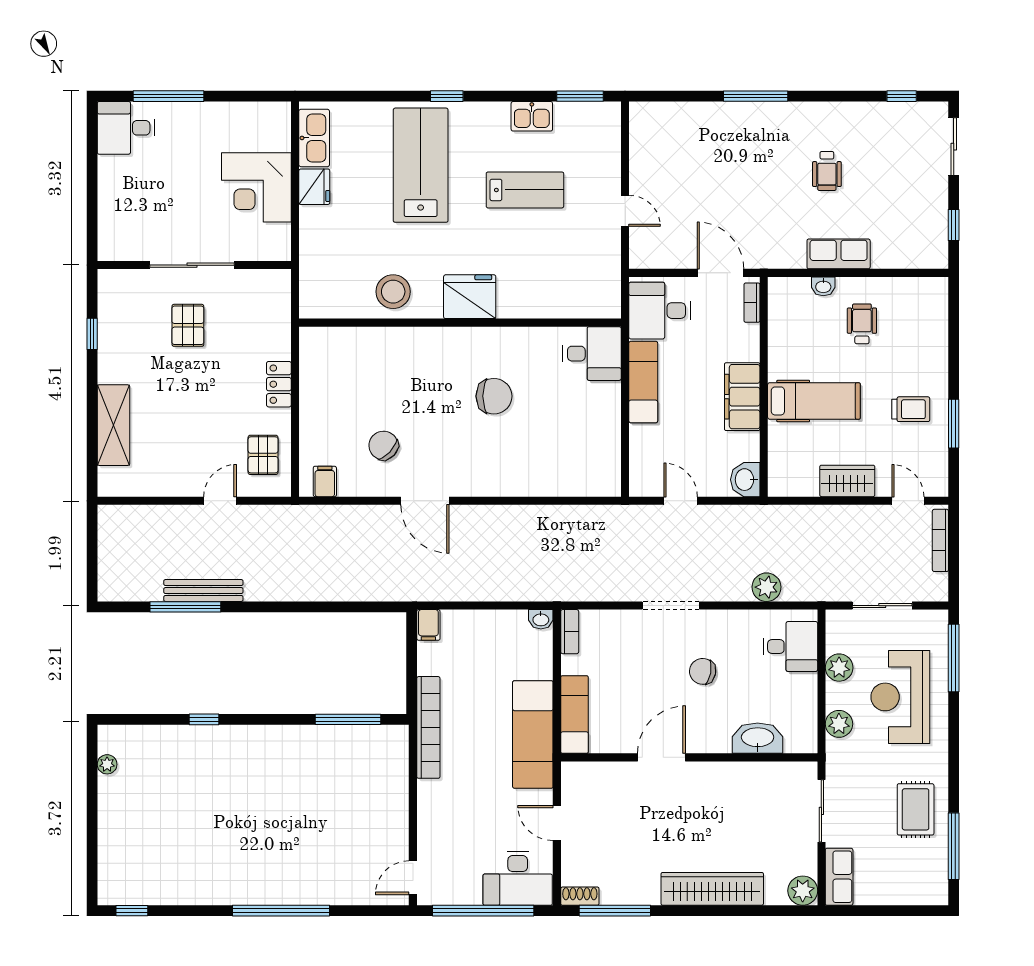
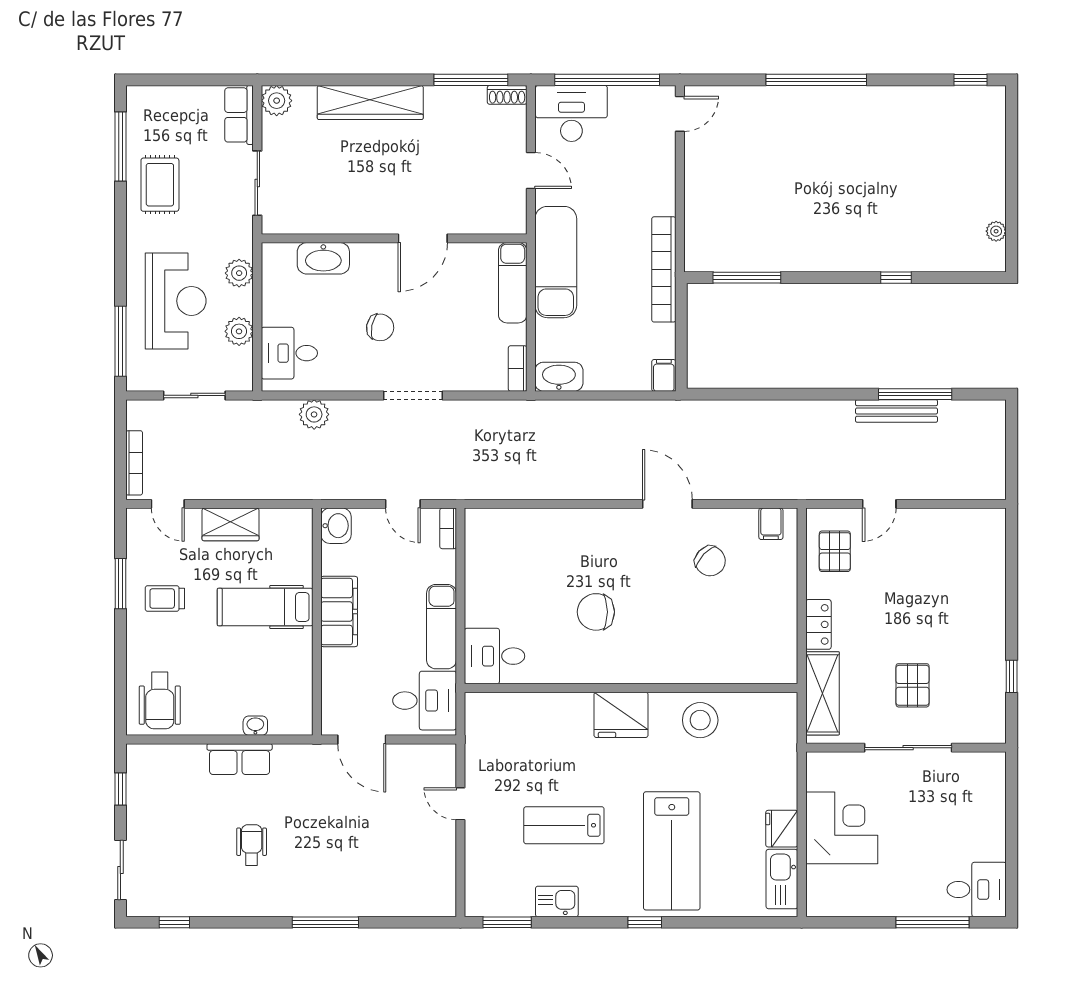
bookcase: (752, 303) -> (448, 528), moved, turned 180
wheelchair: (862, 324) -> (160, 701), moved, width x1.36, depth x1.37
shelving: (113, 425) -> (822, 693), moved
washbasin: (541, 619) -> (559, 377), width x1.91, depth x1.45

